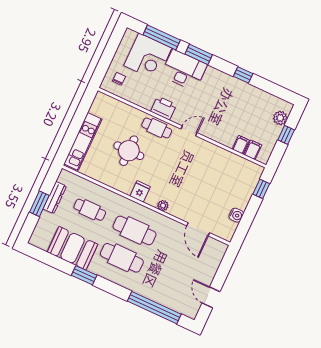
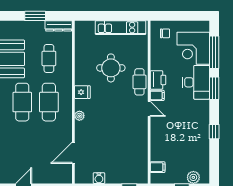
kitchen unit: (83, 141) -> (121, 28), moved
filing cabinet: (241, 145) -> (157, 95), moved
dresser: (55, 198) -> (59, 26), moved

